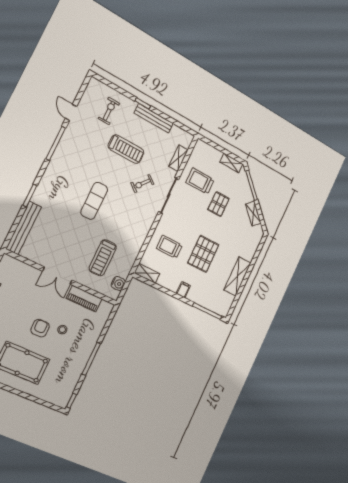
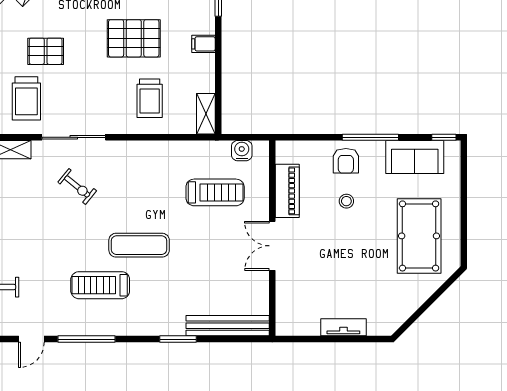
treadmill: (126, 149) -> (100, 285), moved, turned -90
double door: (57, 276) -> (272, 246), swing flipped
armchair: (40, 328) -> (346, 161), moved, turned -90
sofa: (68, 379) -> (415, 157), added

